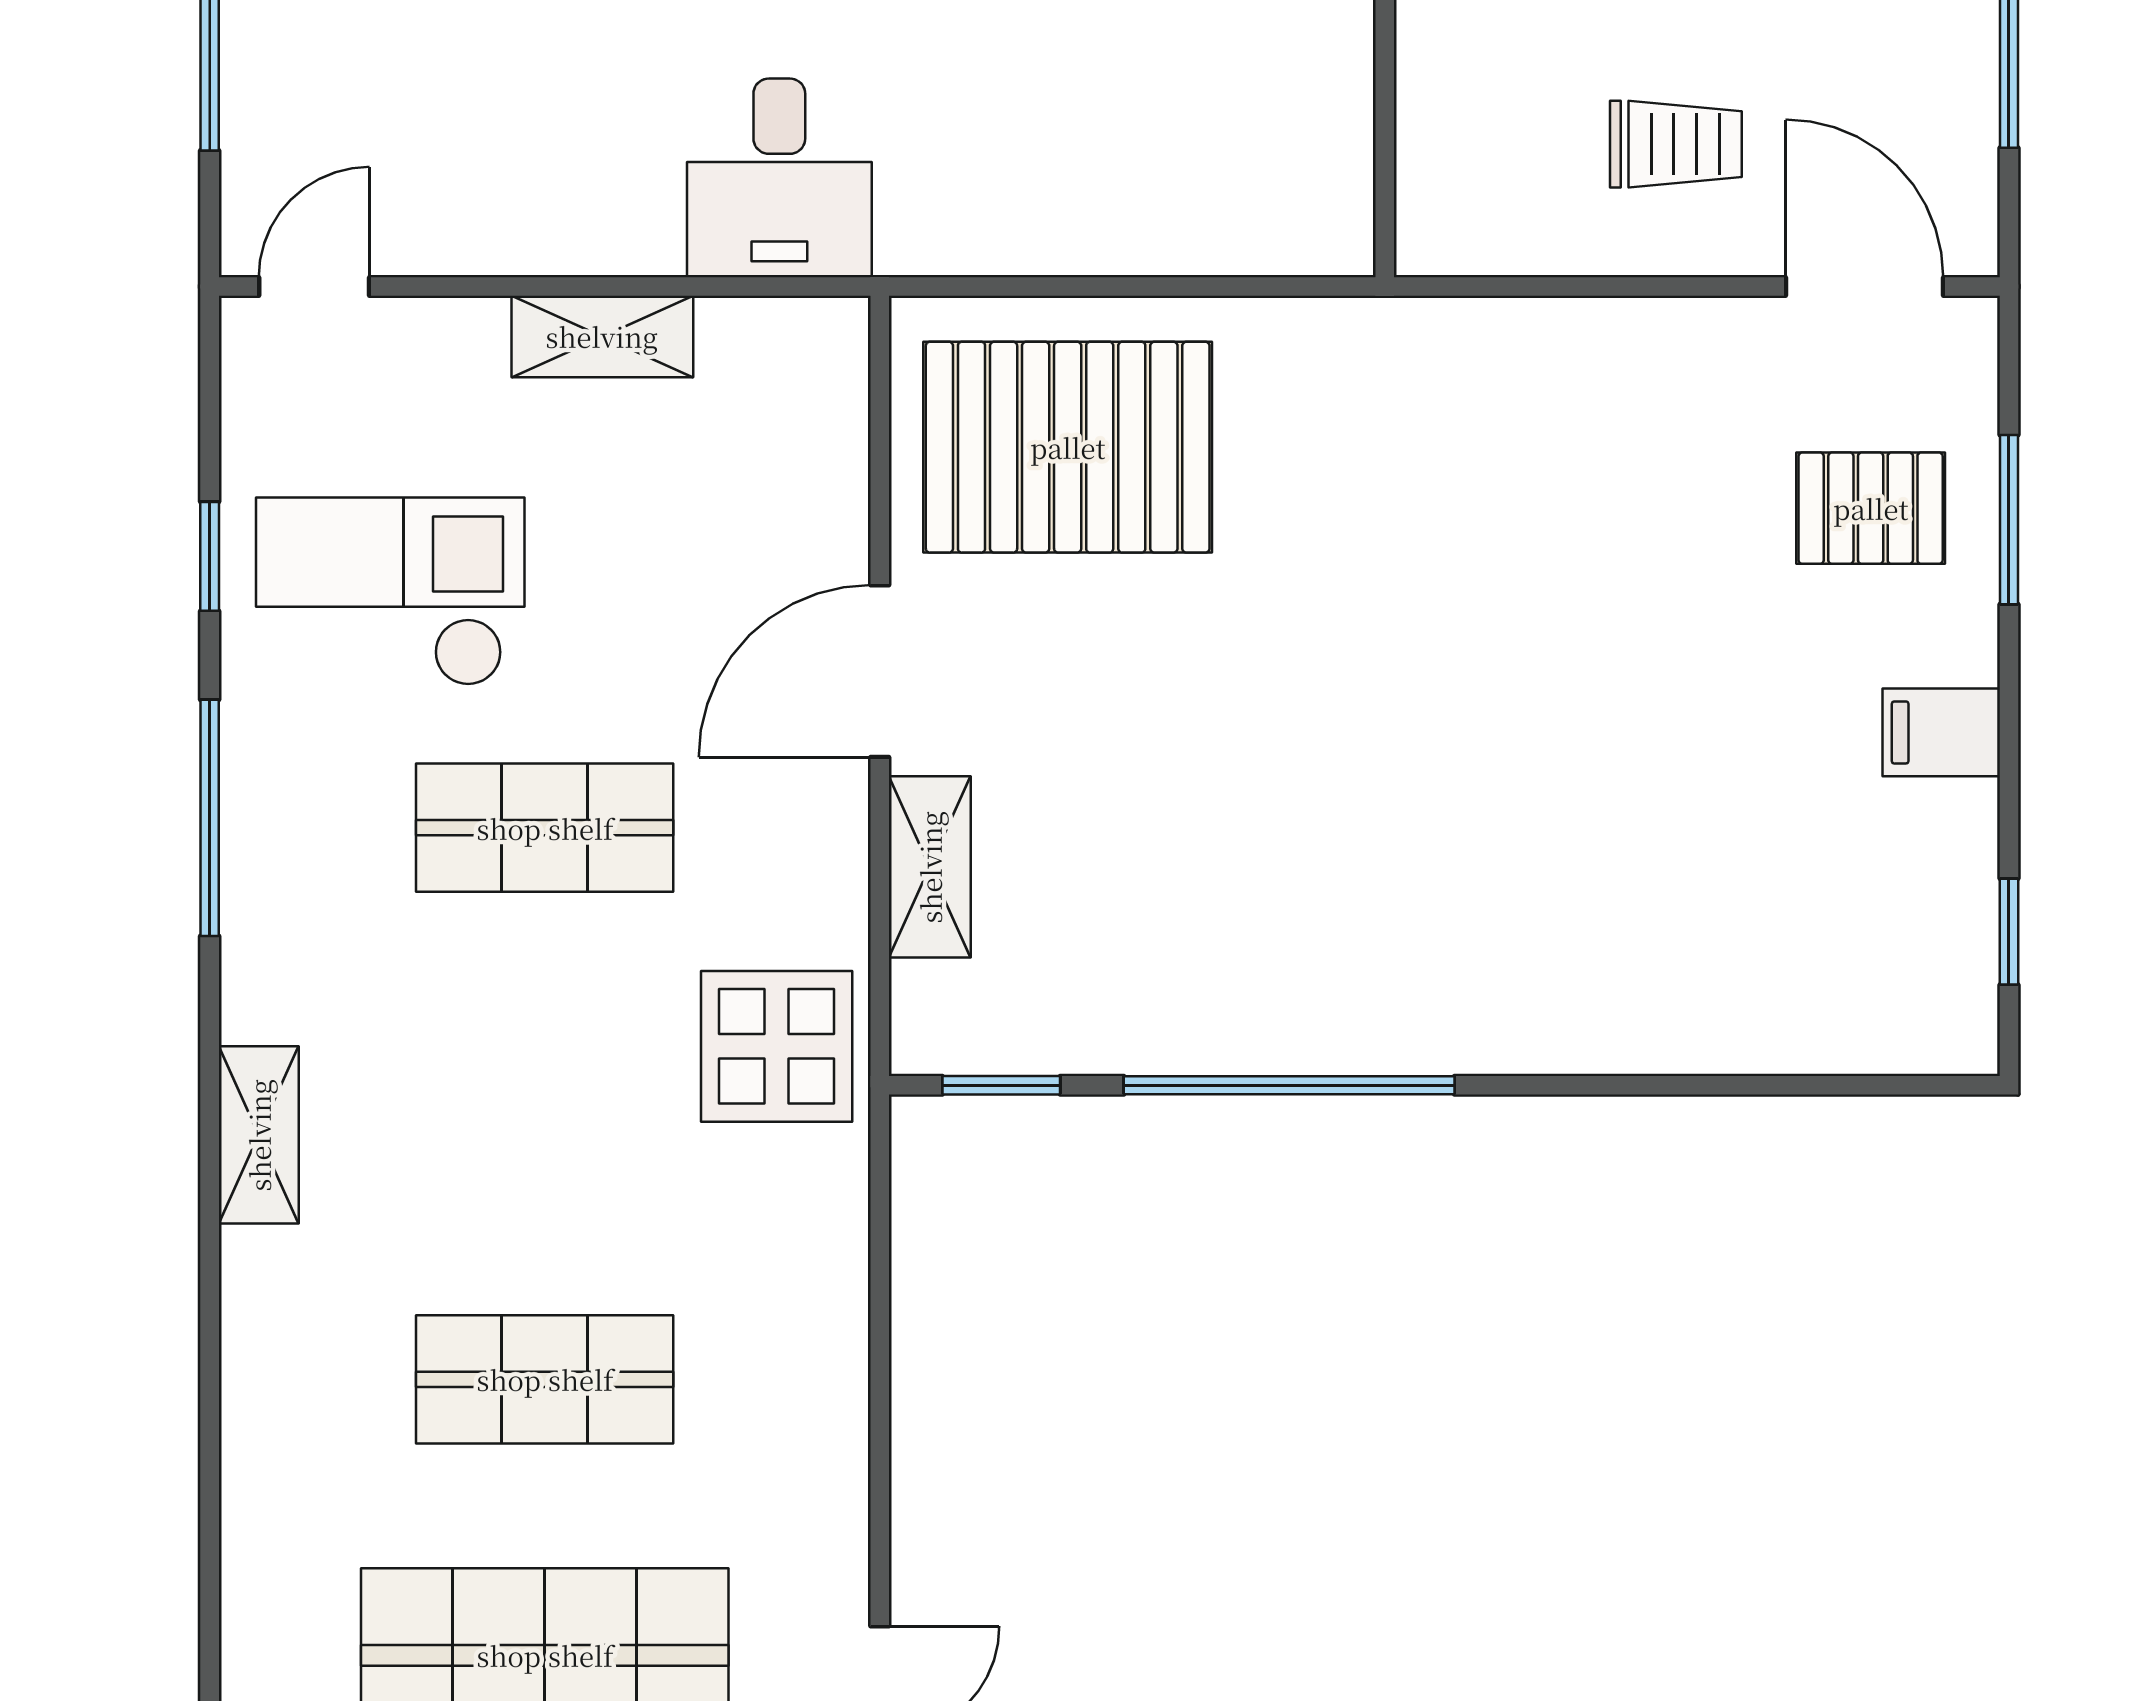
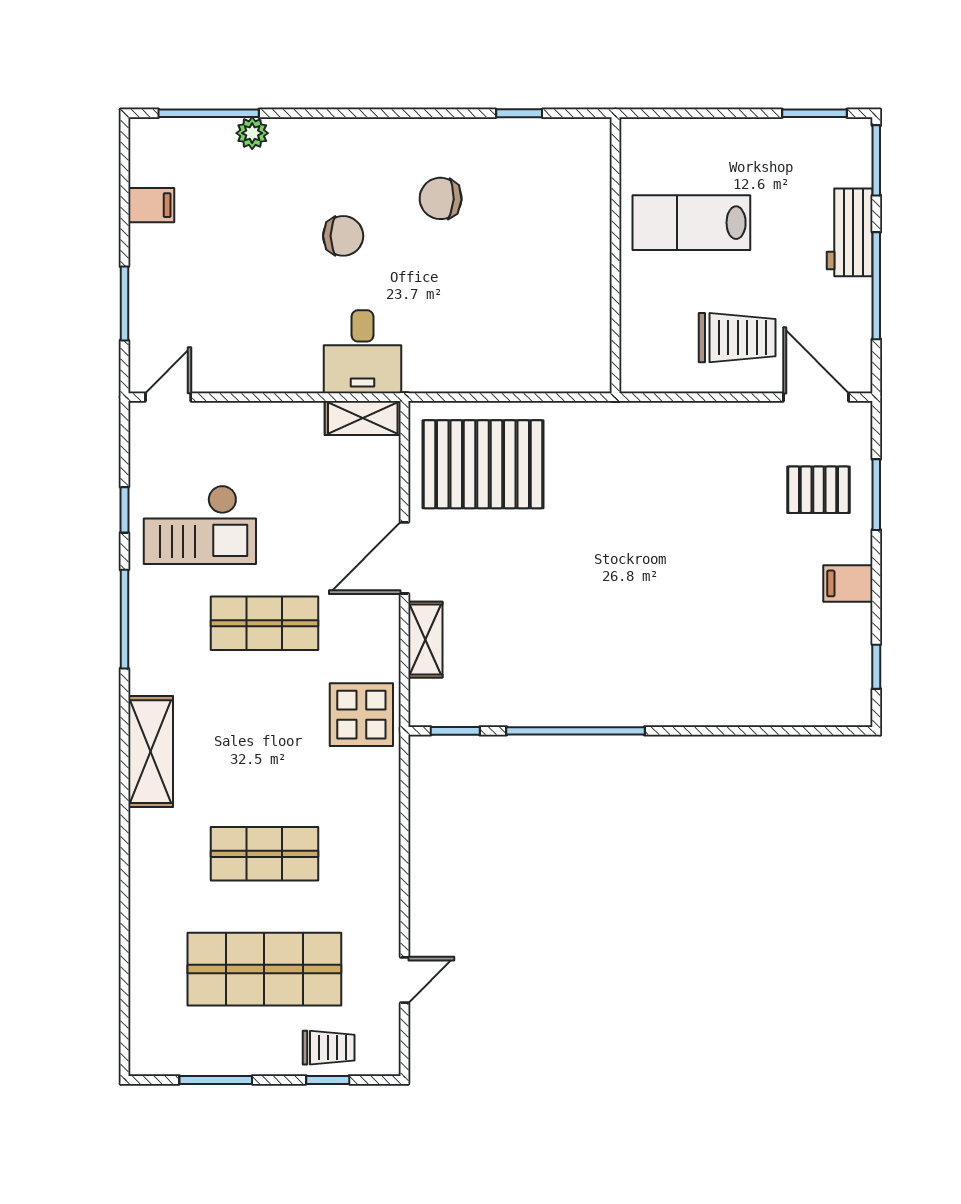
trolley: (1676, 144) -> (737, 338), width x1.36, depth x1.39
shelving: (602, 336) -> (363, 418), moved
checkout: (390, 592) -> (200, 525), turned 180
shelving: (259, 1135) -> (151, 752), width x1.50, depth x1.33

